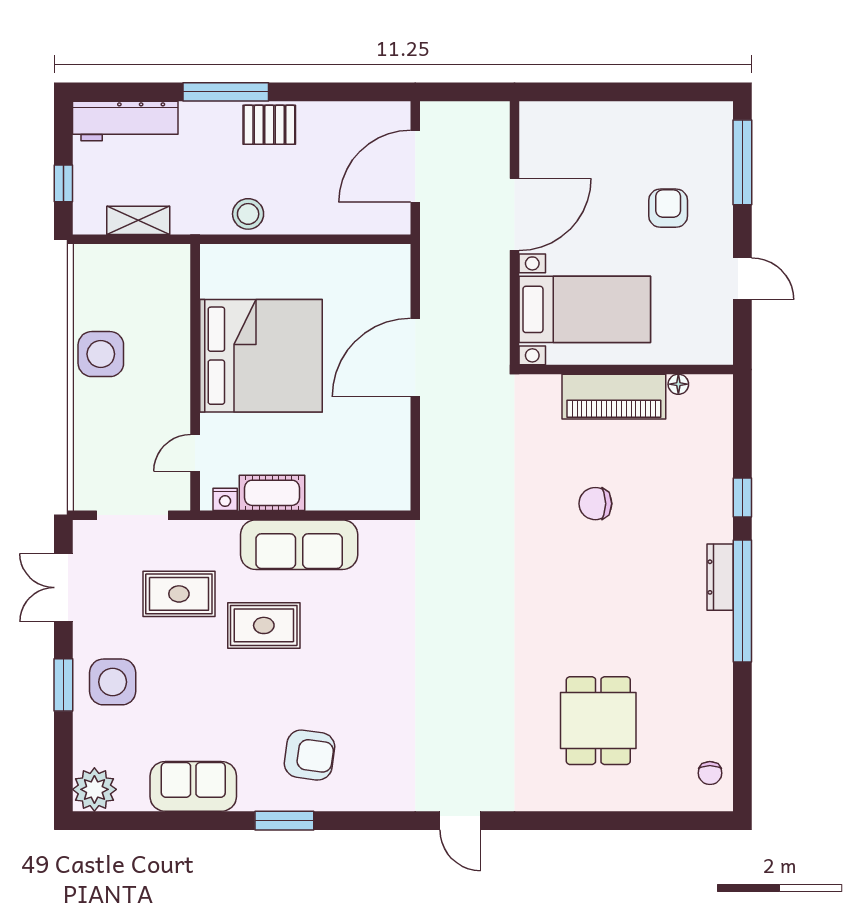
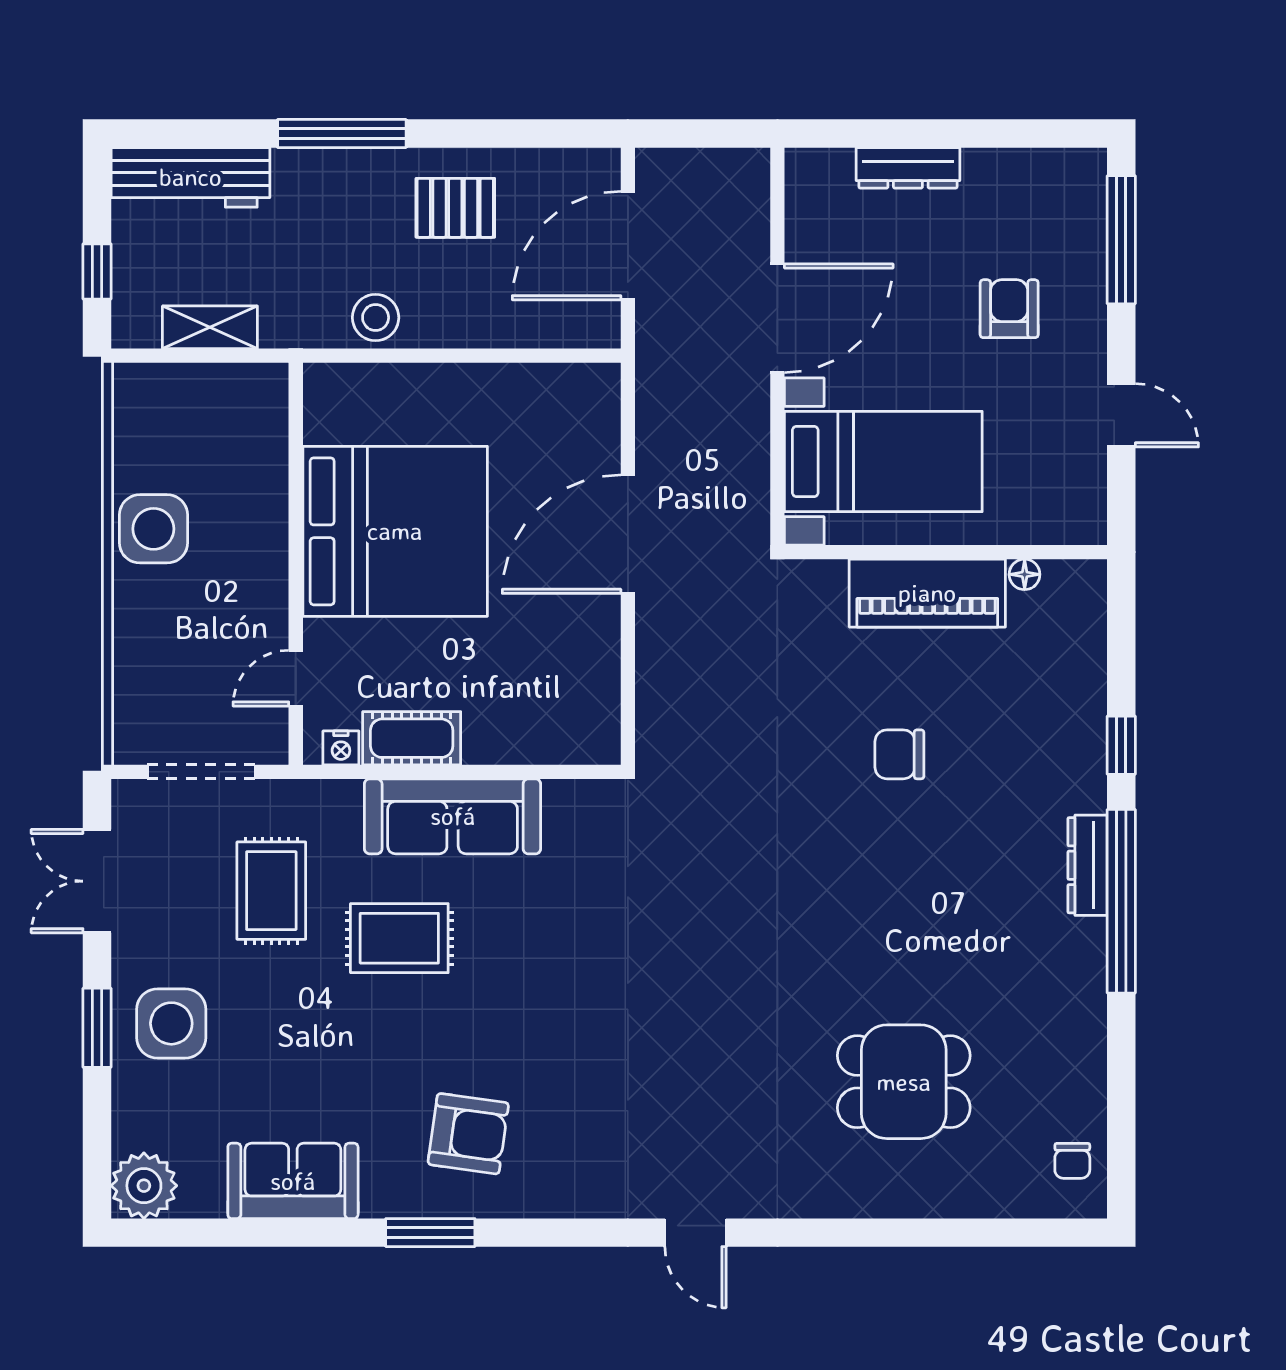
dresser: (601, 115) -> (908, 168), added
pallet: (269, 125) -> (455, 208), moved
rug: (179, 594) -> (271, 891), turned 90
dining table: (598, 721) -> (904, 1082), turned 90

